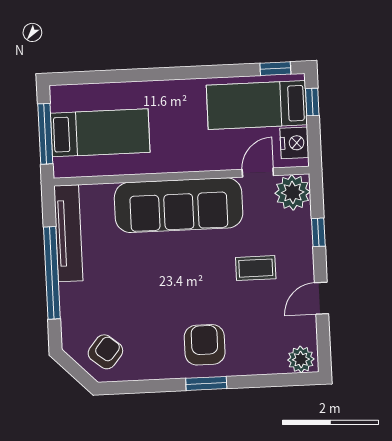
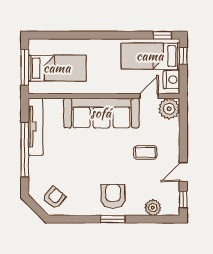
window: (318, 232) -> (183, 199), moved
plant: (301, 359) -> (153, 208), moved

